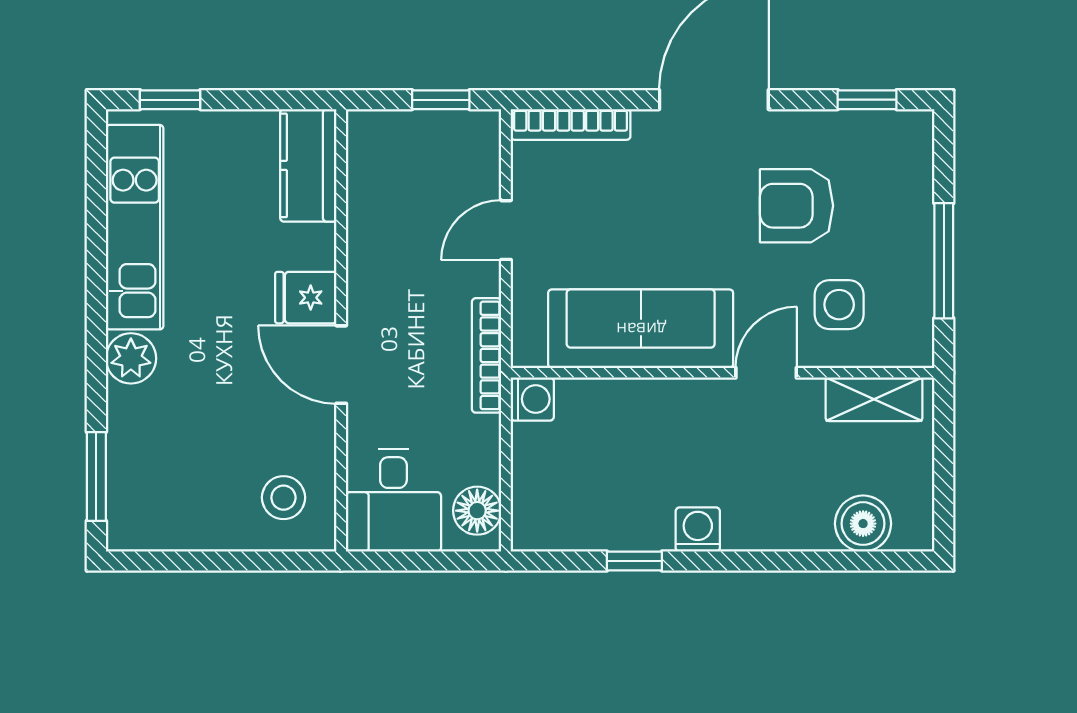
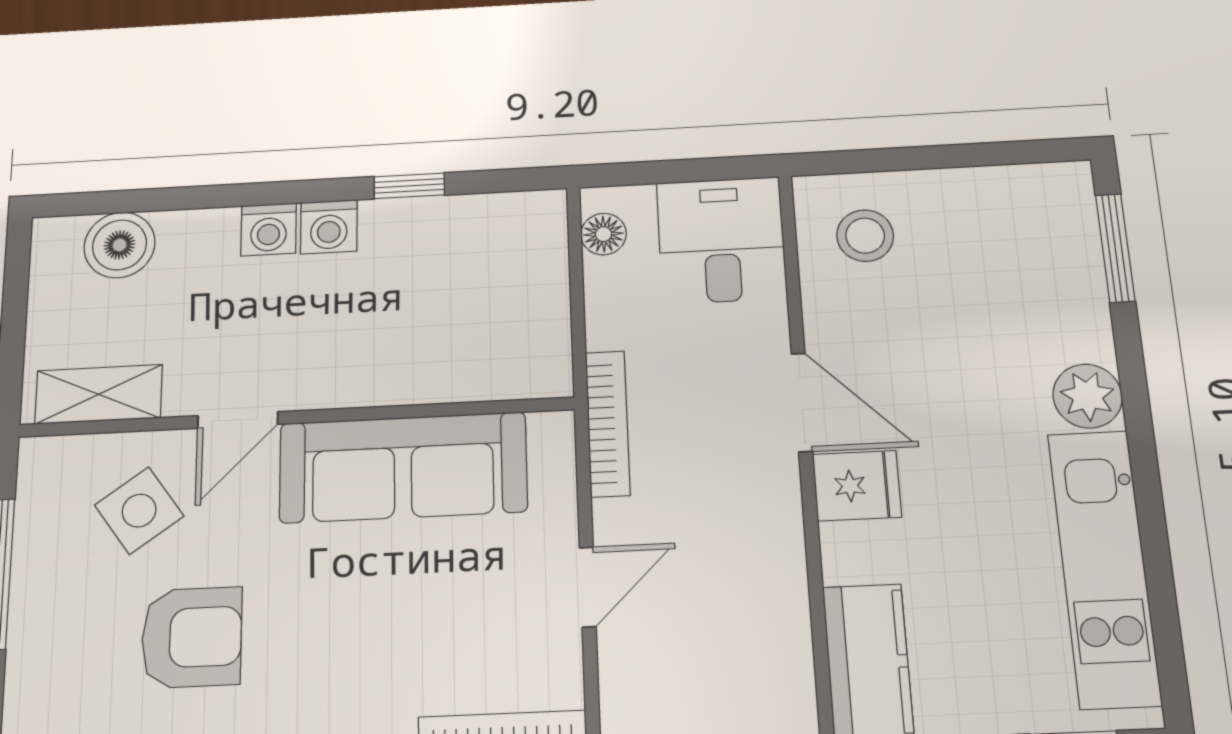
side table: (839, 305) -> (139, 511), turned -35
washing machine: (532, 399) -> (269, 229), moved, turned -90
floor lamp: (477, 511) -> (604, 234), width x0.73, depth x0.73

